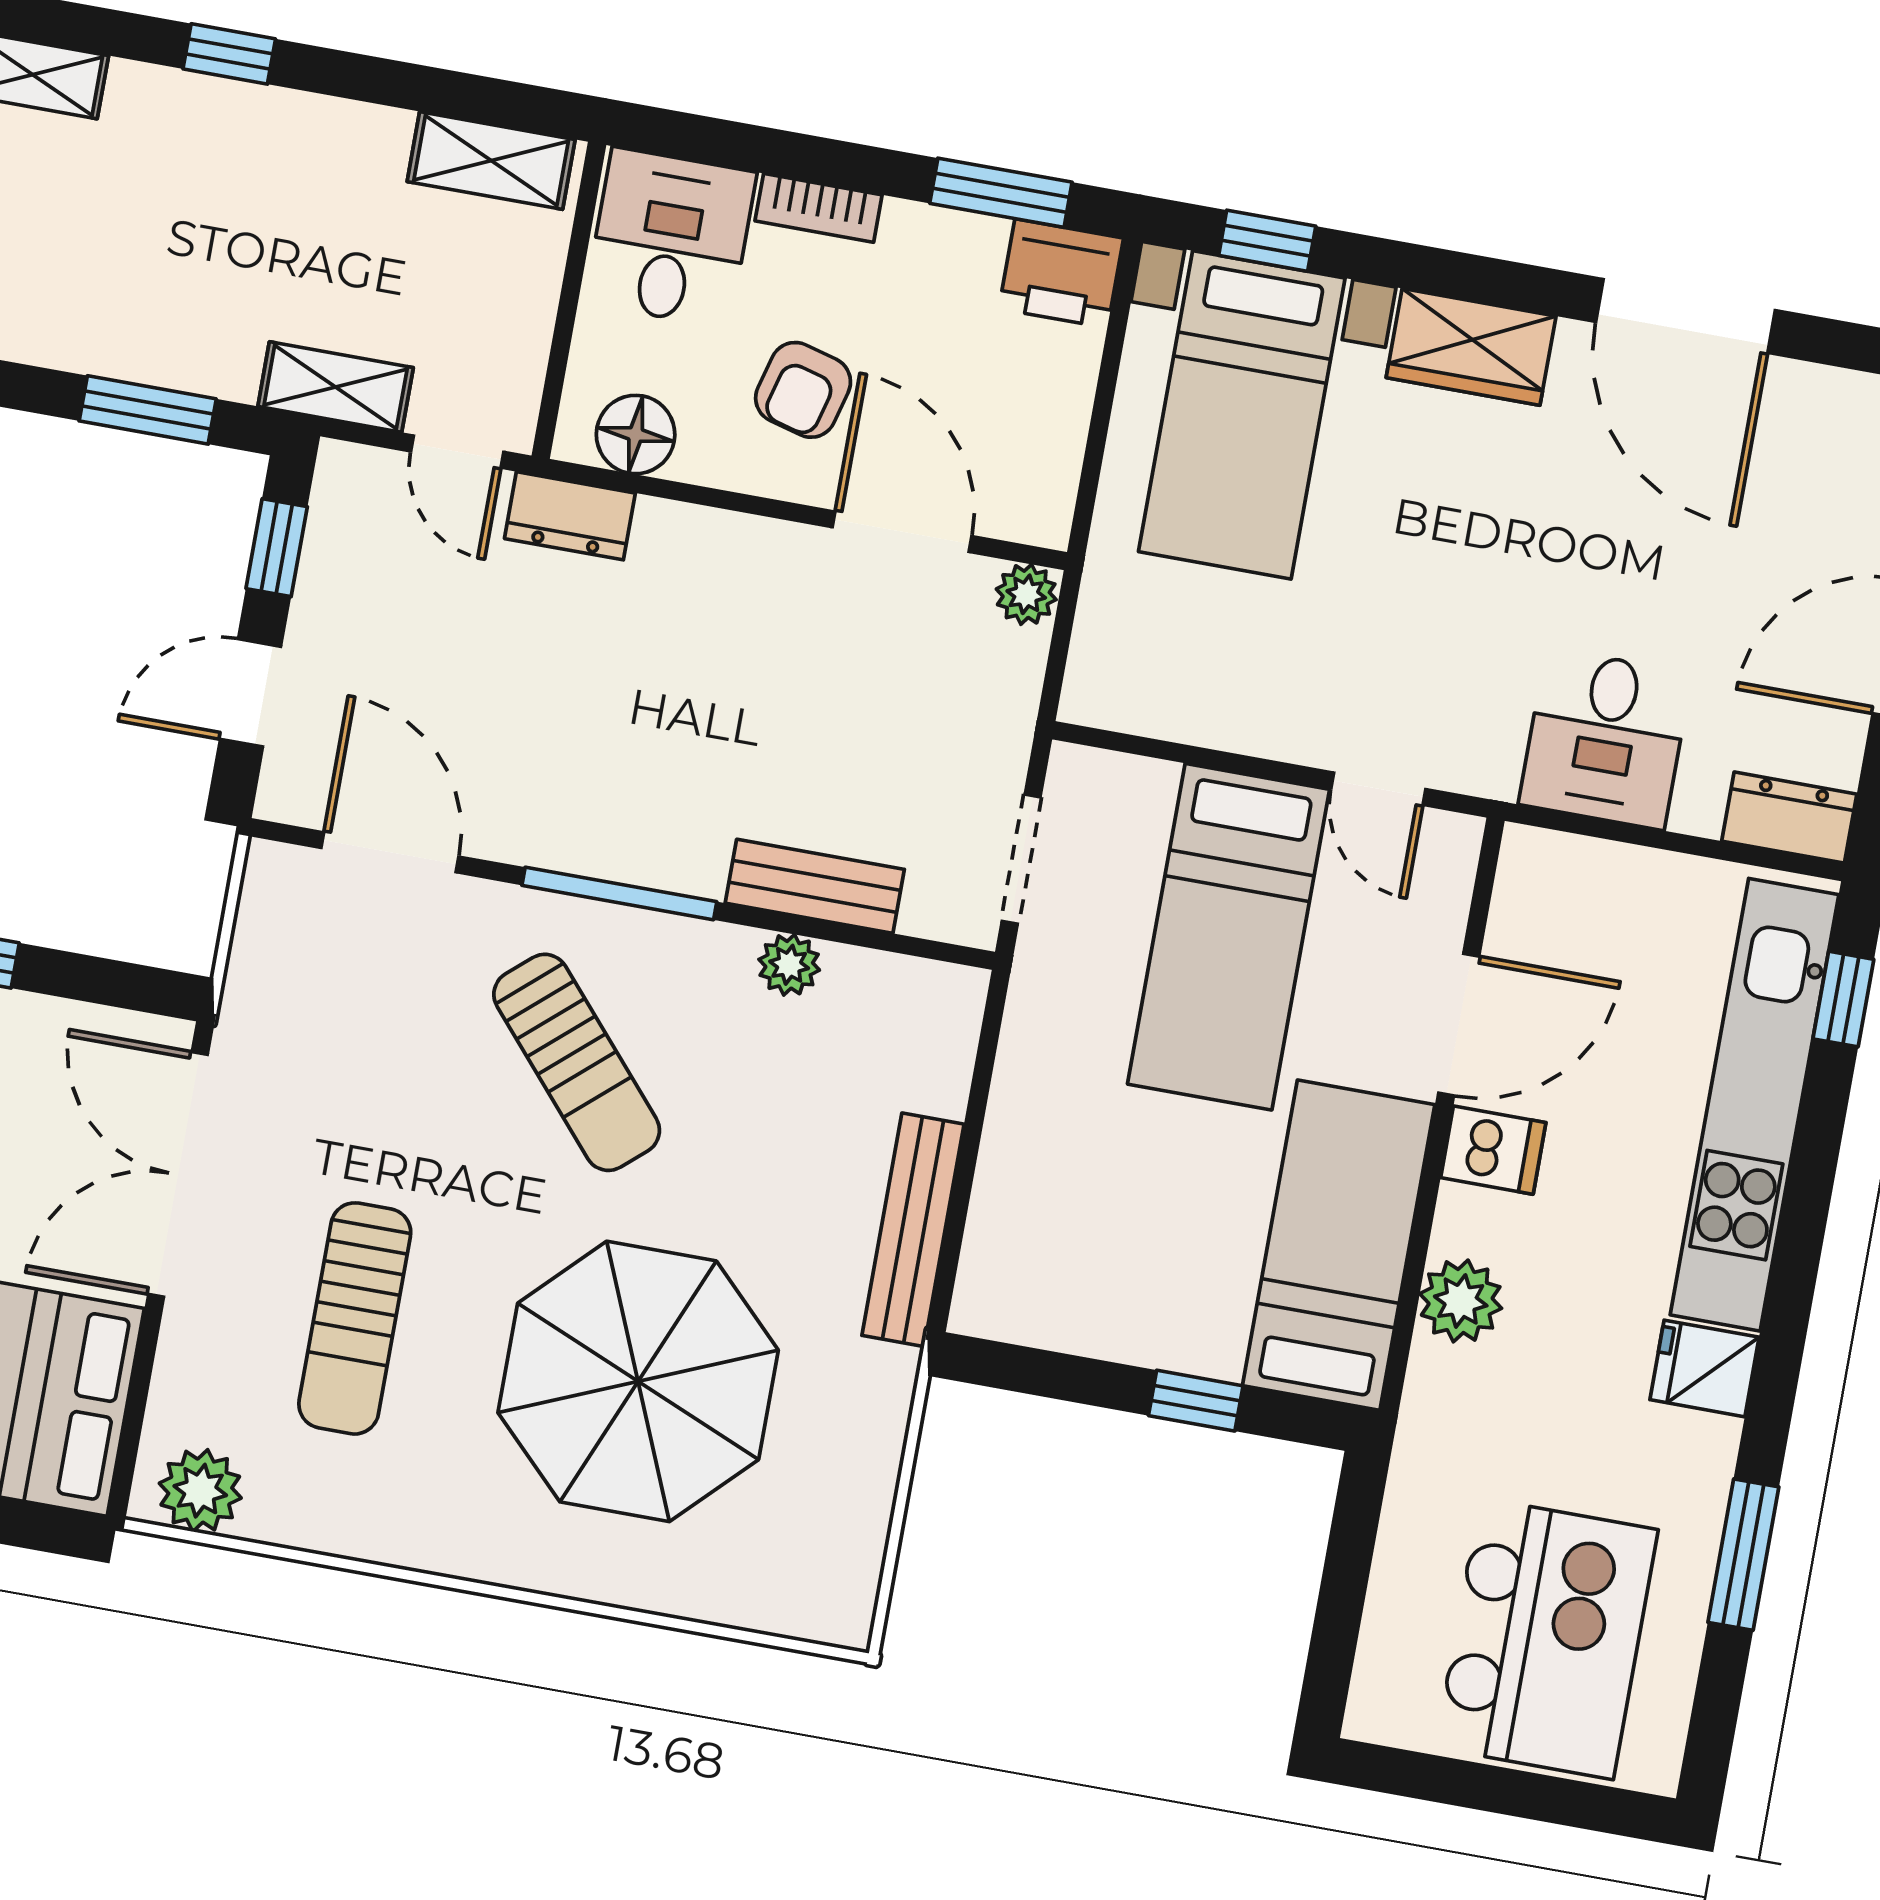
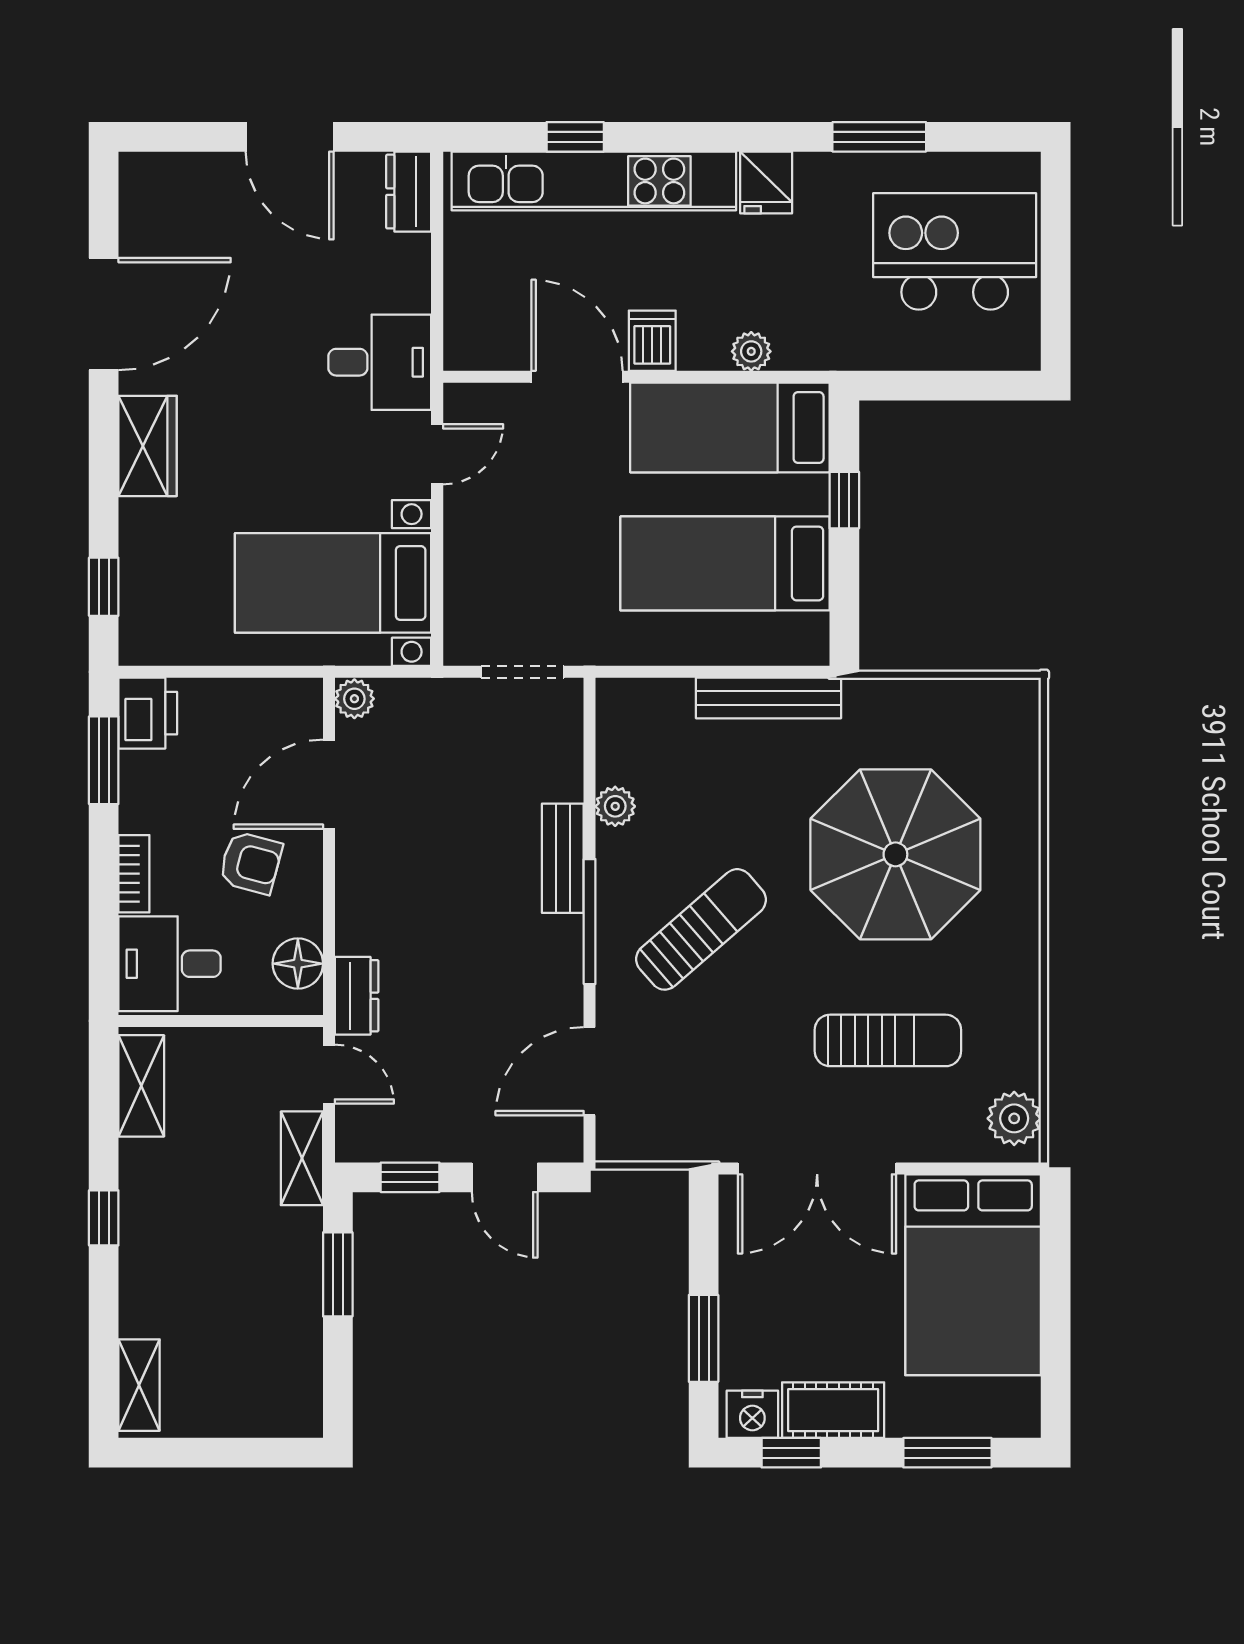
window: (229, 54) -> (104, 1218), moved
bed with nightstands: (1242, 415) -> (333, 583), moved, turned 180
door: (457, 452) -> (329, 1074), hinge flipped
desk: (1605, 739) -> (380, 362), moved
bench: (815, 886) -> (563, 858), moved
bed: (1229, 937) -> (725, 563), moved, turned 180
window: (1843, 999) -> (575, 137), moved
plant: (1461, 1301) -> (751, 351), width x0.73, depth x0.73

